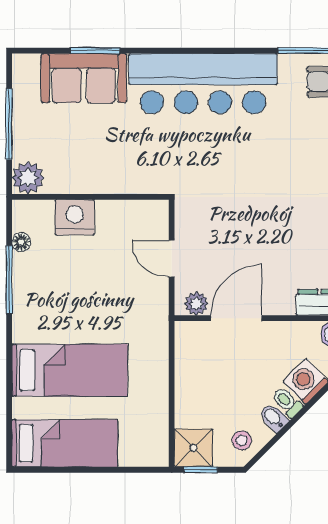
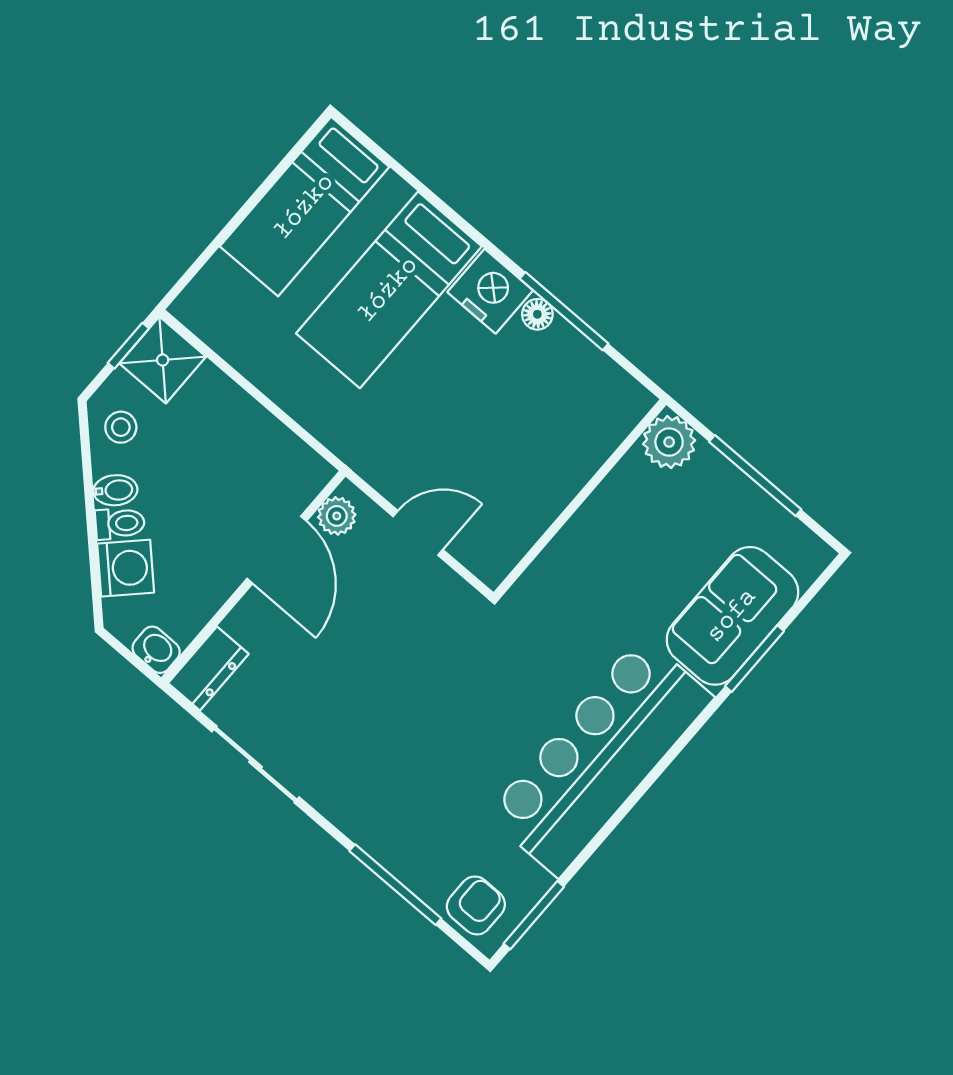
nightstand: (75, 217) -> (490, 291), moved, turned -90
floor lamp: (21, 242) -> (537, 314), moved

